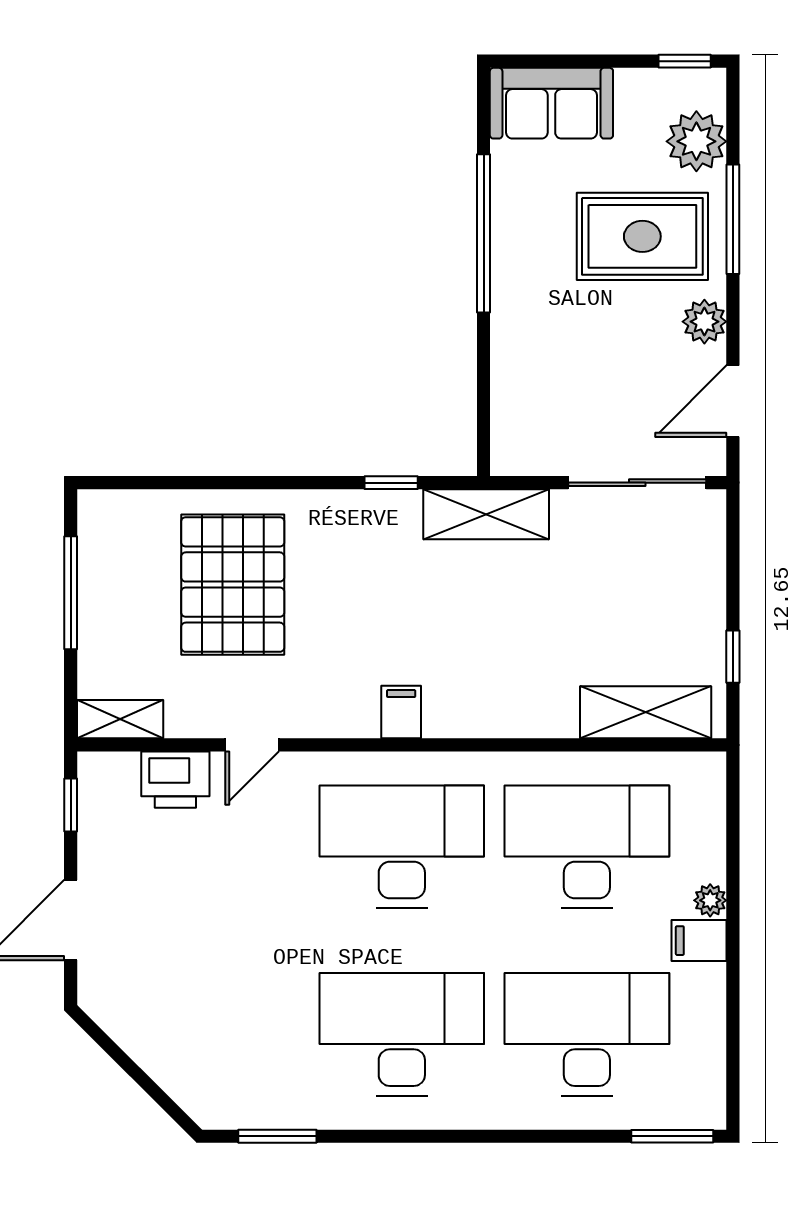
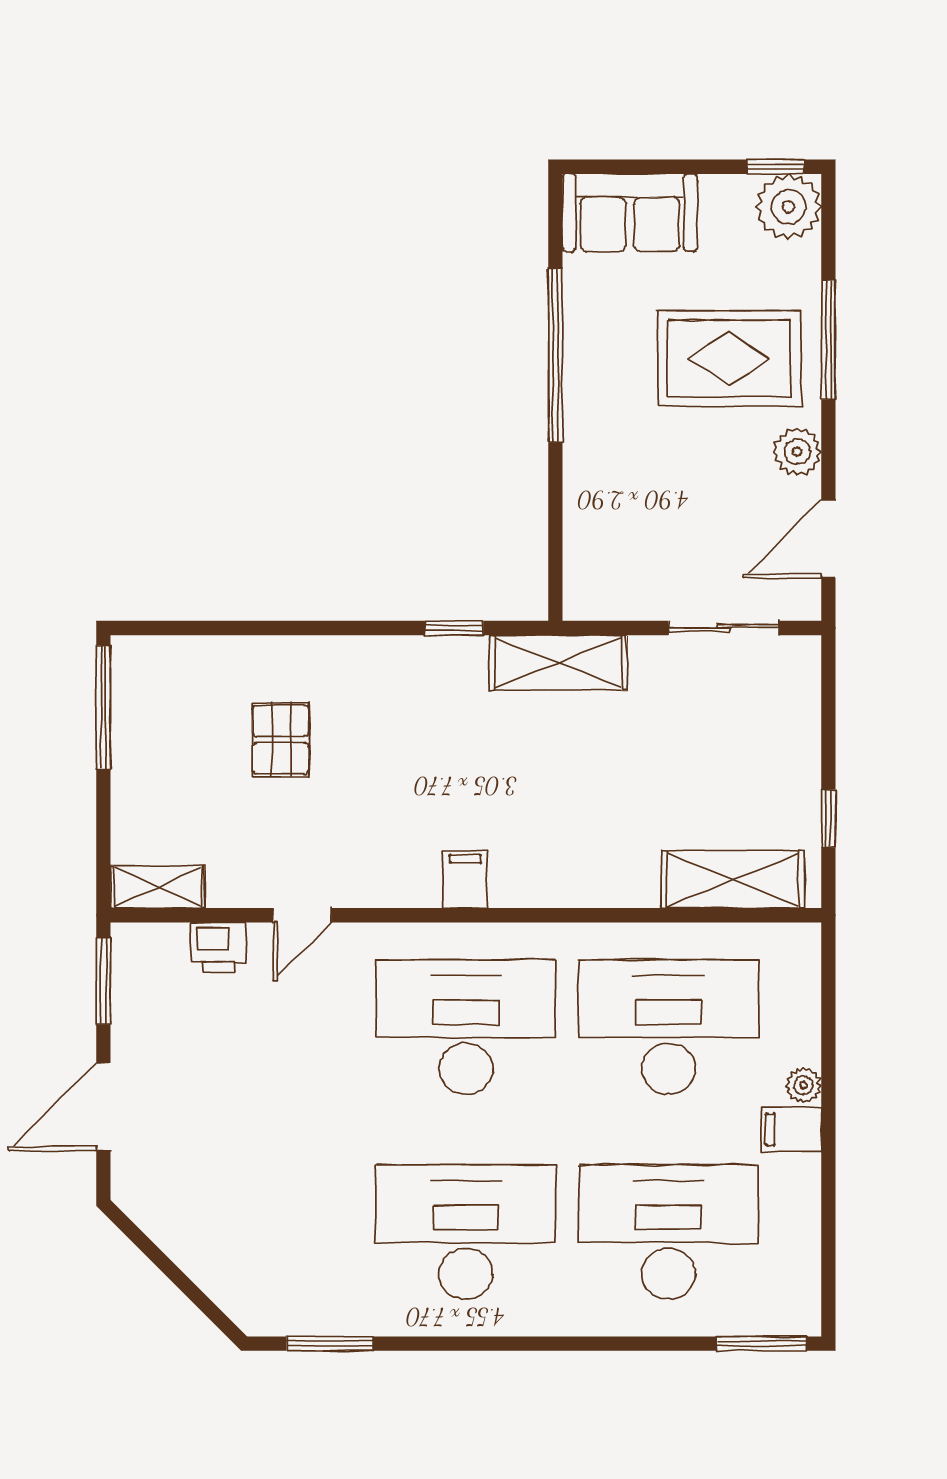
plant: (696, 141) -> (788, 207), moved
sliding door: (637, 483) -> (724, 628), width x0.73
pallet: (233, 585) -> (281, 740), width x0.49, depth x0.50
window: (71, 593) -> (103, 707), moved
printer: (175, 780) -> (218, 947), width x0.73, depth x0.81
window: (71, 805) -> (103, 981), width x1.50

